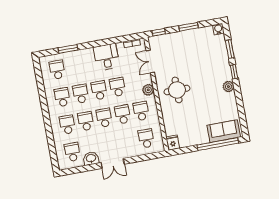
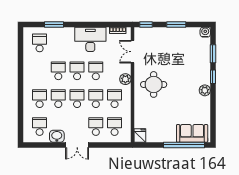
desk: (107, 57) -> (90, 39), width x1.37
school desk: (62, 97) -> (96, 127), moved

